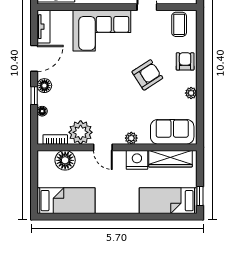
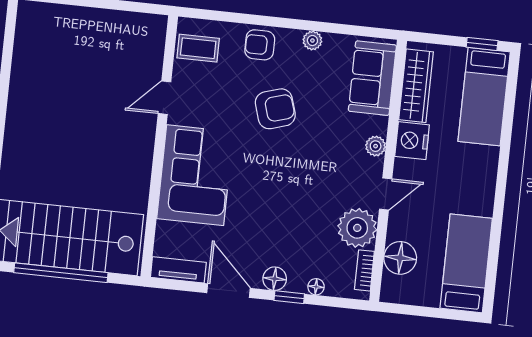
armchair: (147, 75) -> (275, 109), turned 106

